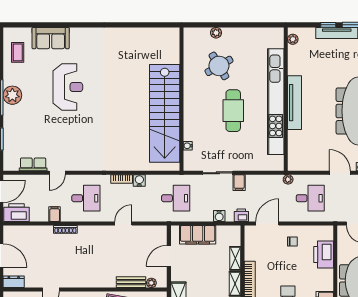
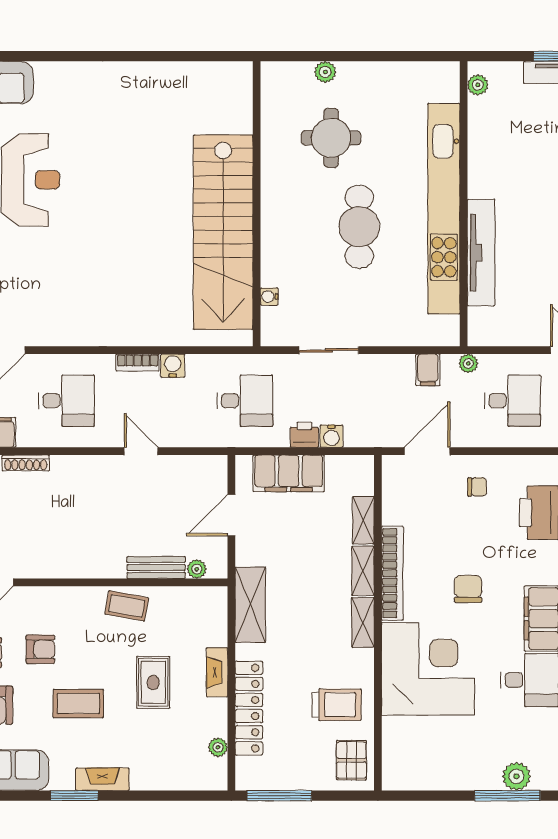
round table: (219, 66) -> (331, 138), turned 30
tv unit: (294, 103) -> (481, 253), moved
filing cabinet: (239, 183) -> (428, 370), moved
printer: (241, 215) -> (304, 435), moved
door: (123, 224) -> (141, 451), hinge flipped

